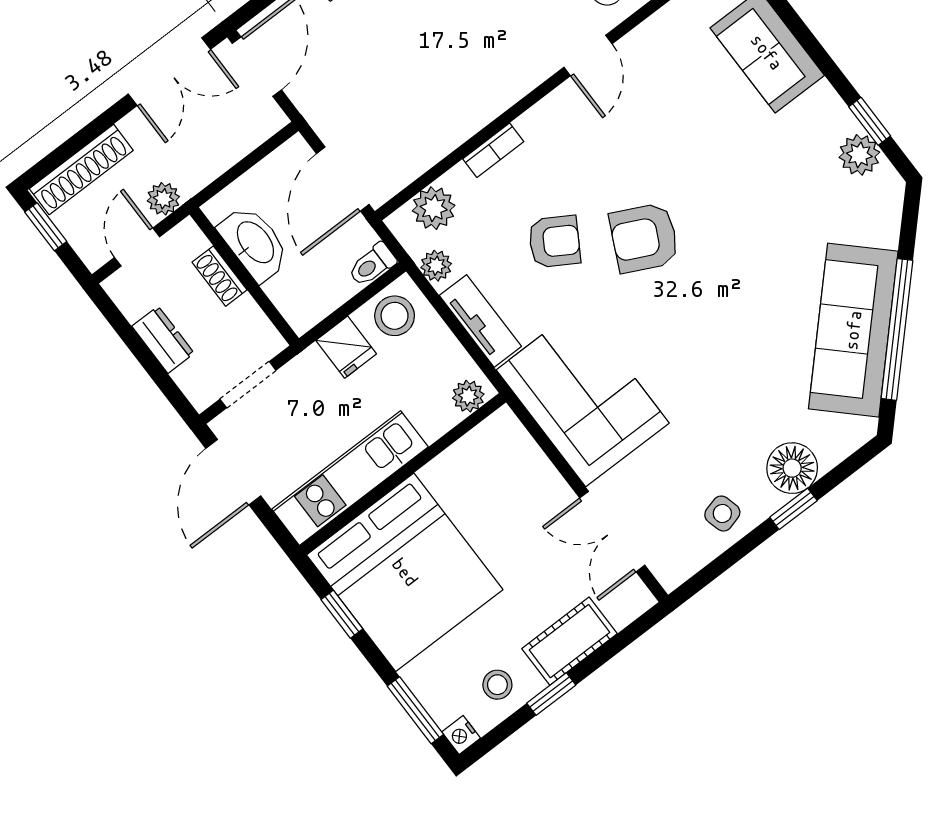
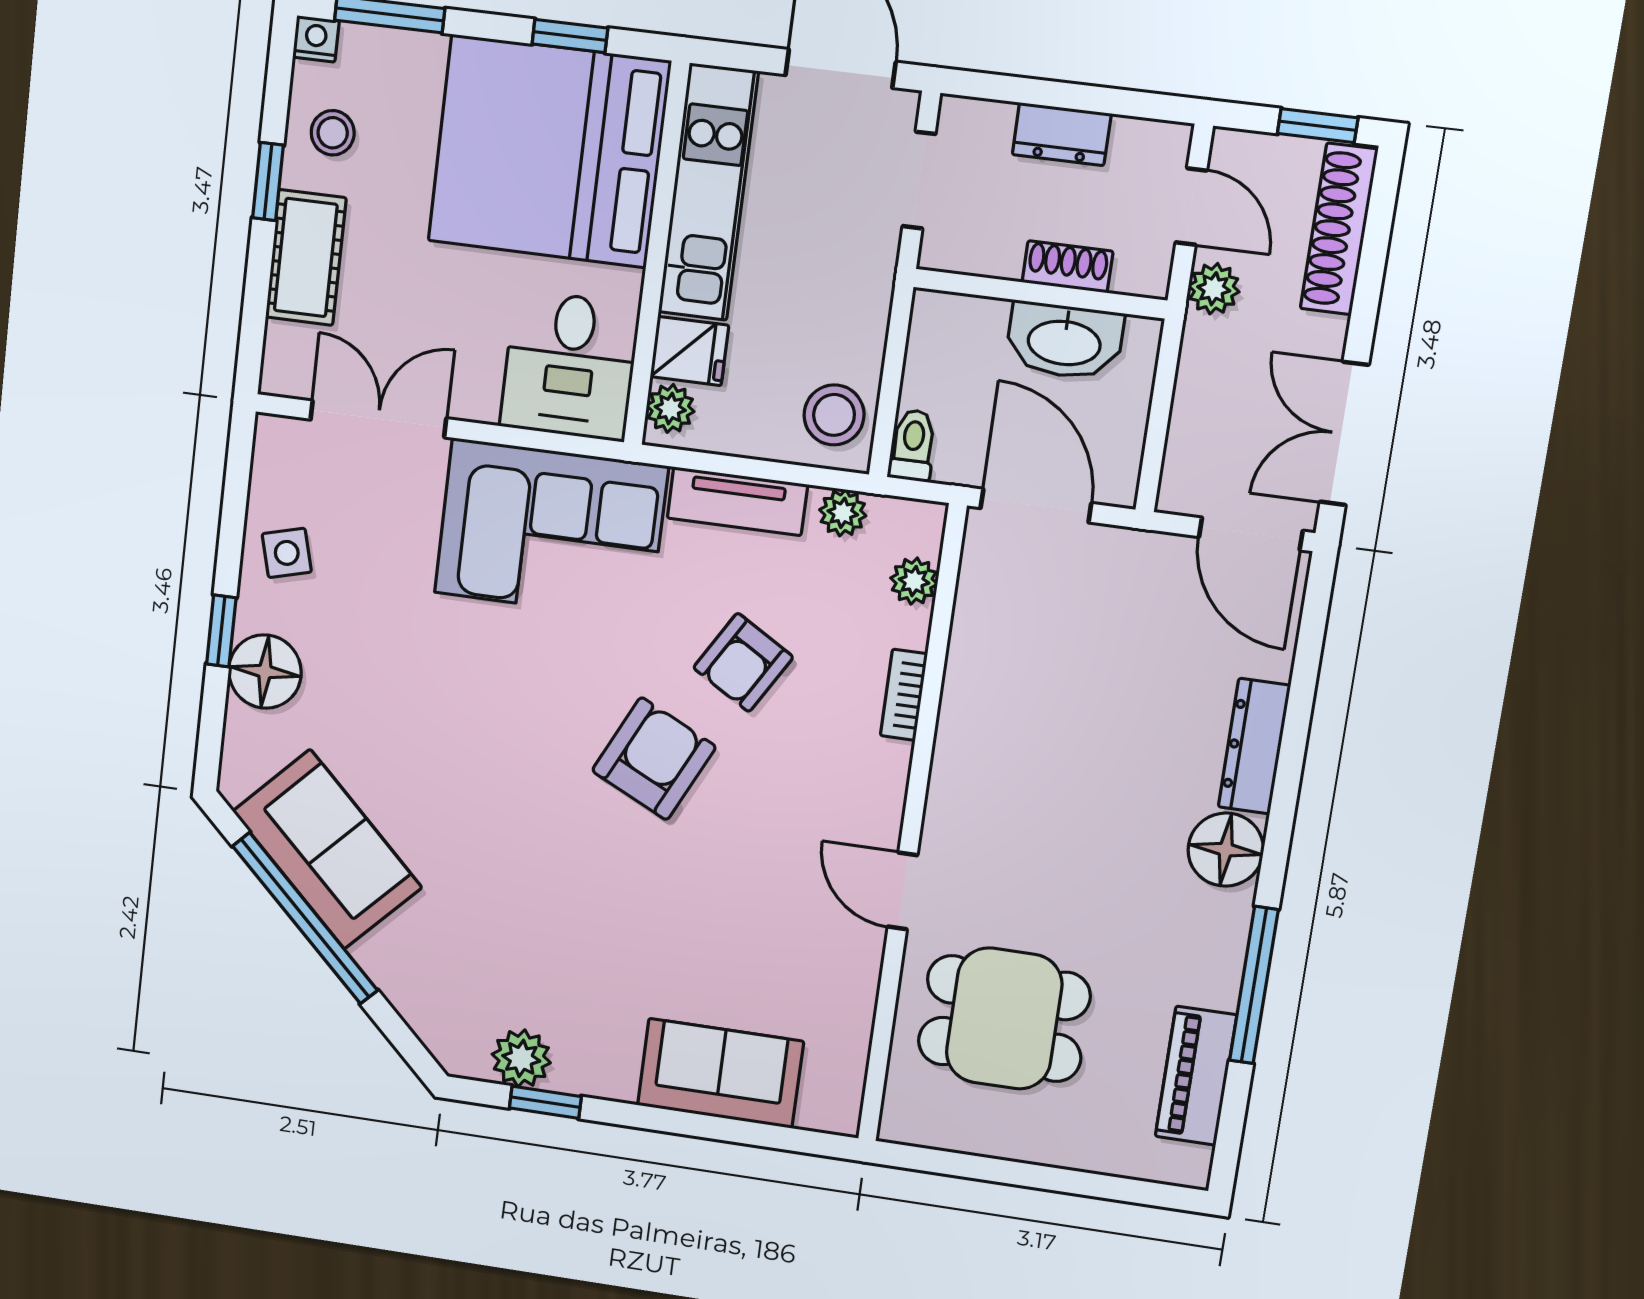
plant: (434, 208) -> (914, 581), width x0.73, depth x0.73
sofa: (853, 330) -> (327, 849), width x0.73
fridge: (346, 347) -> (689, 351), moved, turned 180
desk: (495, 464) -> (570, 366), added

